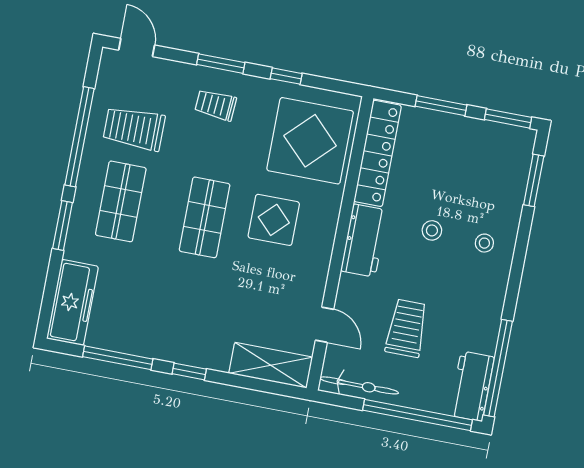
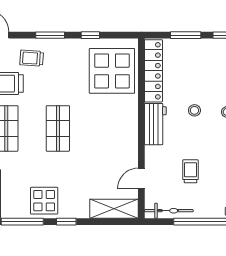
trolley: (216, 105) -> (32, 58), moved
display table: (274, 220) -> (44, 201), moved
door: (324, 325) -> (141, 179), swing flipped
trolley: (407, 328) -> (190, 171), width x0.73, depth x0.72

